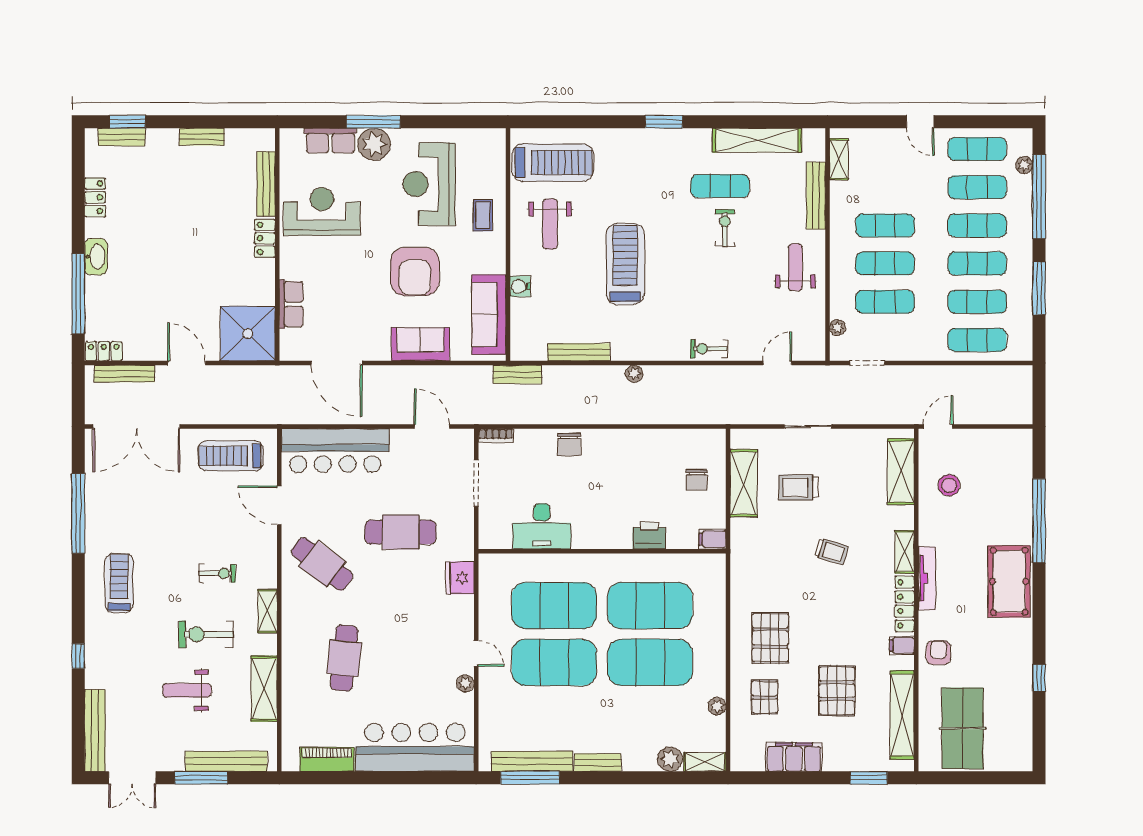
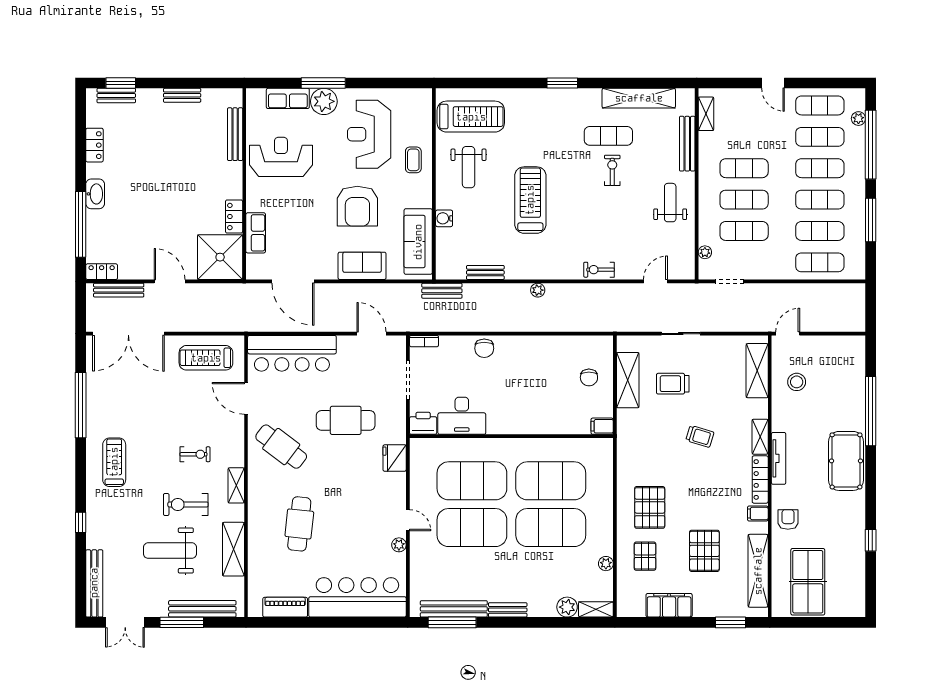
locker: (265, 238) -> (234, 217), moved
bench: (579, 352) -> (485, 272), width x0.73
printer: (649, 536) -> (423, 423), moved
weight bench: (187, 690) -> (170, 551), width x1.36, depth x1.33

